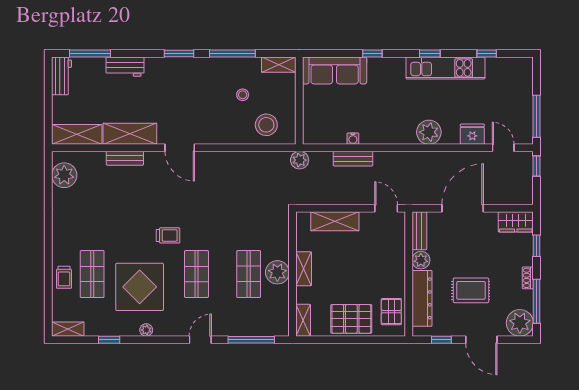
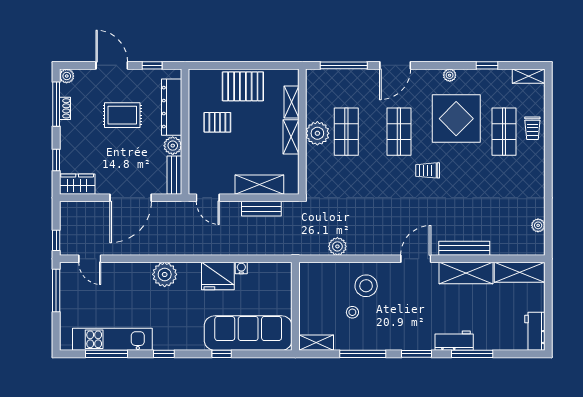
window: (90, 53) -> (472, 354), moved
window: (487, 53) -> (106, 354), width x2.17
workbench: (125, 67) -> (454, 341), moved
kitchen unit: (446, 68) -> (112, 339), moved
sofa: (335, 70) -> (248, 333), width x1.36, depth x1.27
stool: (266, 125) -> (366, 286), moved
fridge: (472, 134) -> (218, 276), moved, width x1.36, depth x1.34
door: (180, 148) -> (416, 259), hinge flipped
bench: (125, 158) -> (464, 248), width x1.36
bench: (353, 159) -> (261, 209), moved
plant: (300, 160) -> (337, 246), moved
plant: (64, 175) -> (538, 225), width x0.53, depth x0.53
trolley: (64, 277) -> (532, 128), turned 180
shoe rack: (528, 278) -> (65, 108), moved
pallet: (391, 312) -> (217, 122), moved, turned 90
shelving: (303, 320) -> (291, 102), moved
plant: (520, 323) -> (67, 76), width x0.53, depth x0.53
door: (200, 340) -> (395, 65), width x1.38

